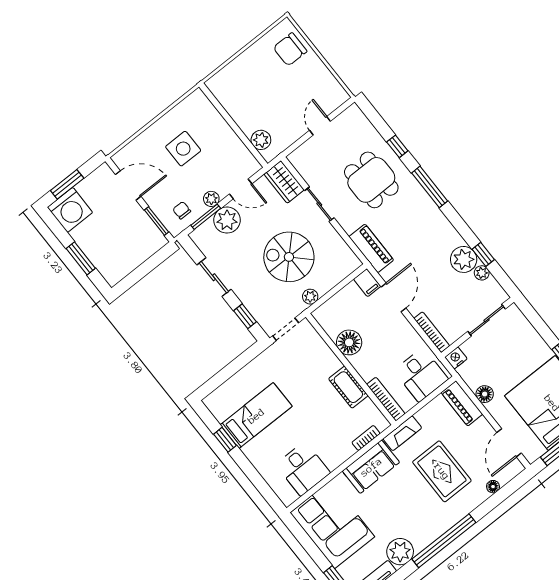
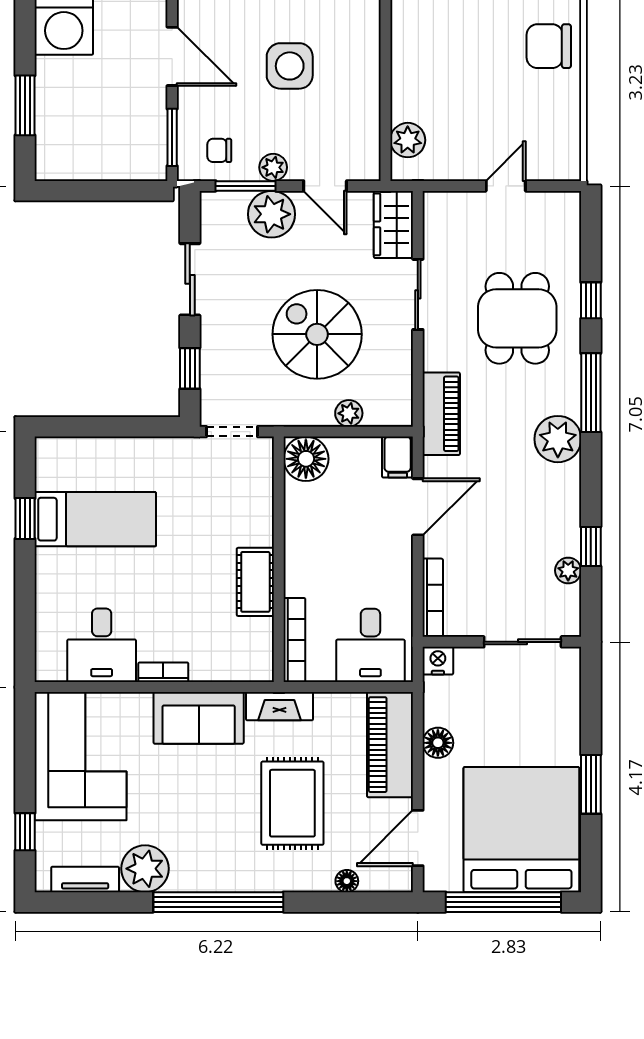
chair: (182, 210) -> (219, 150), turned -90
plant: (464, 259) -> (558, 439), moved
plant: (310, 297) -> (349, 413), moved
floor lamp: (349, 342) -> (306, 459), moved
piano: (462, 403) -> (390, 745), width x1.37, depth x1.33
bookcase: (366, 438) -> (163, 672), moved

